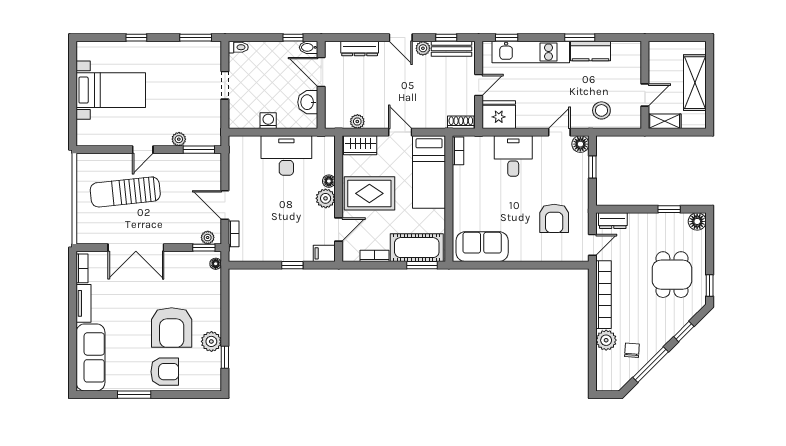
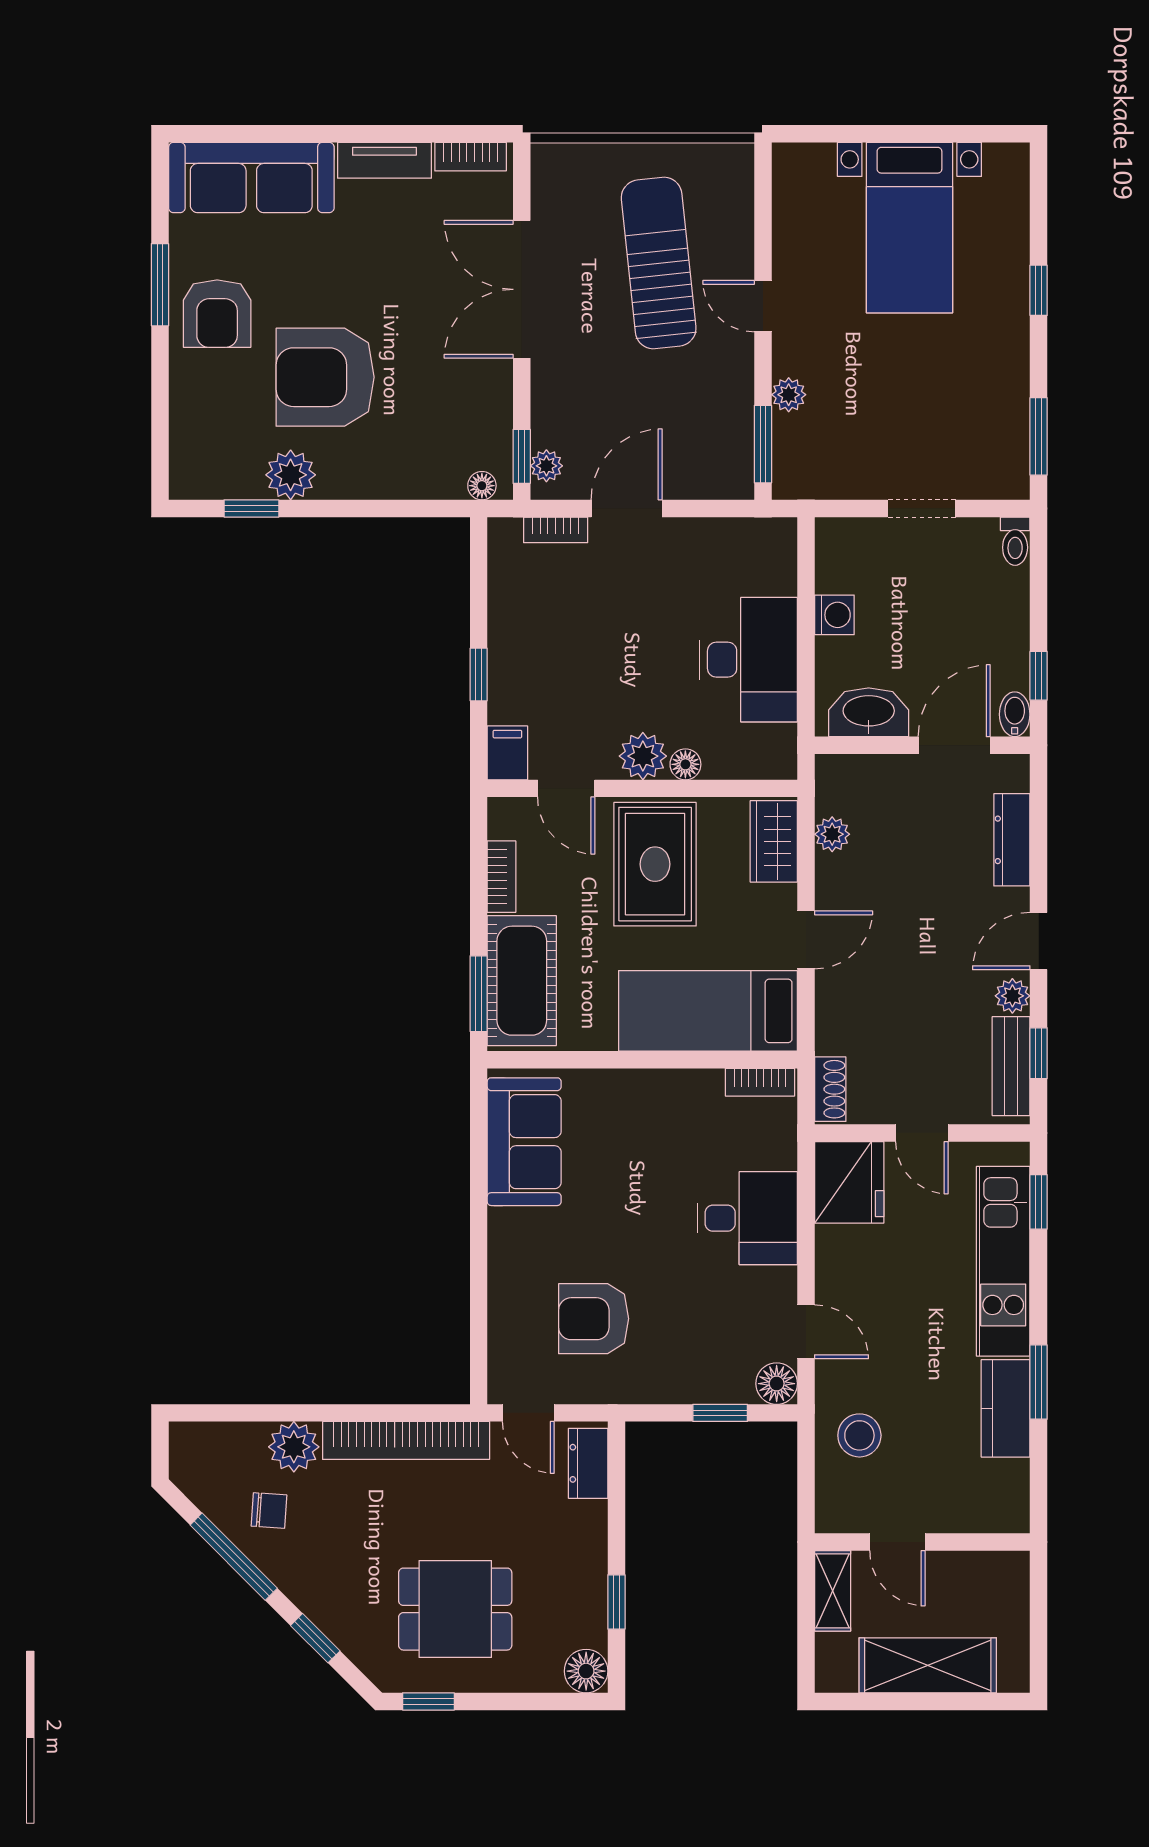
washbasin: (308, 102) -> (869, 712), width x1.38
armchair: (165, 372) -> (217, 314), moved

